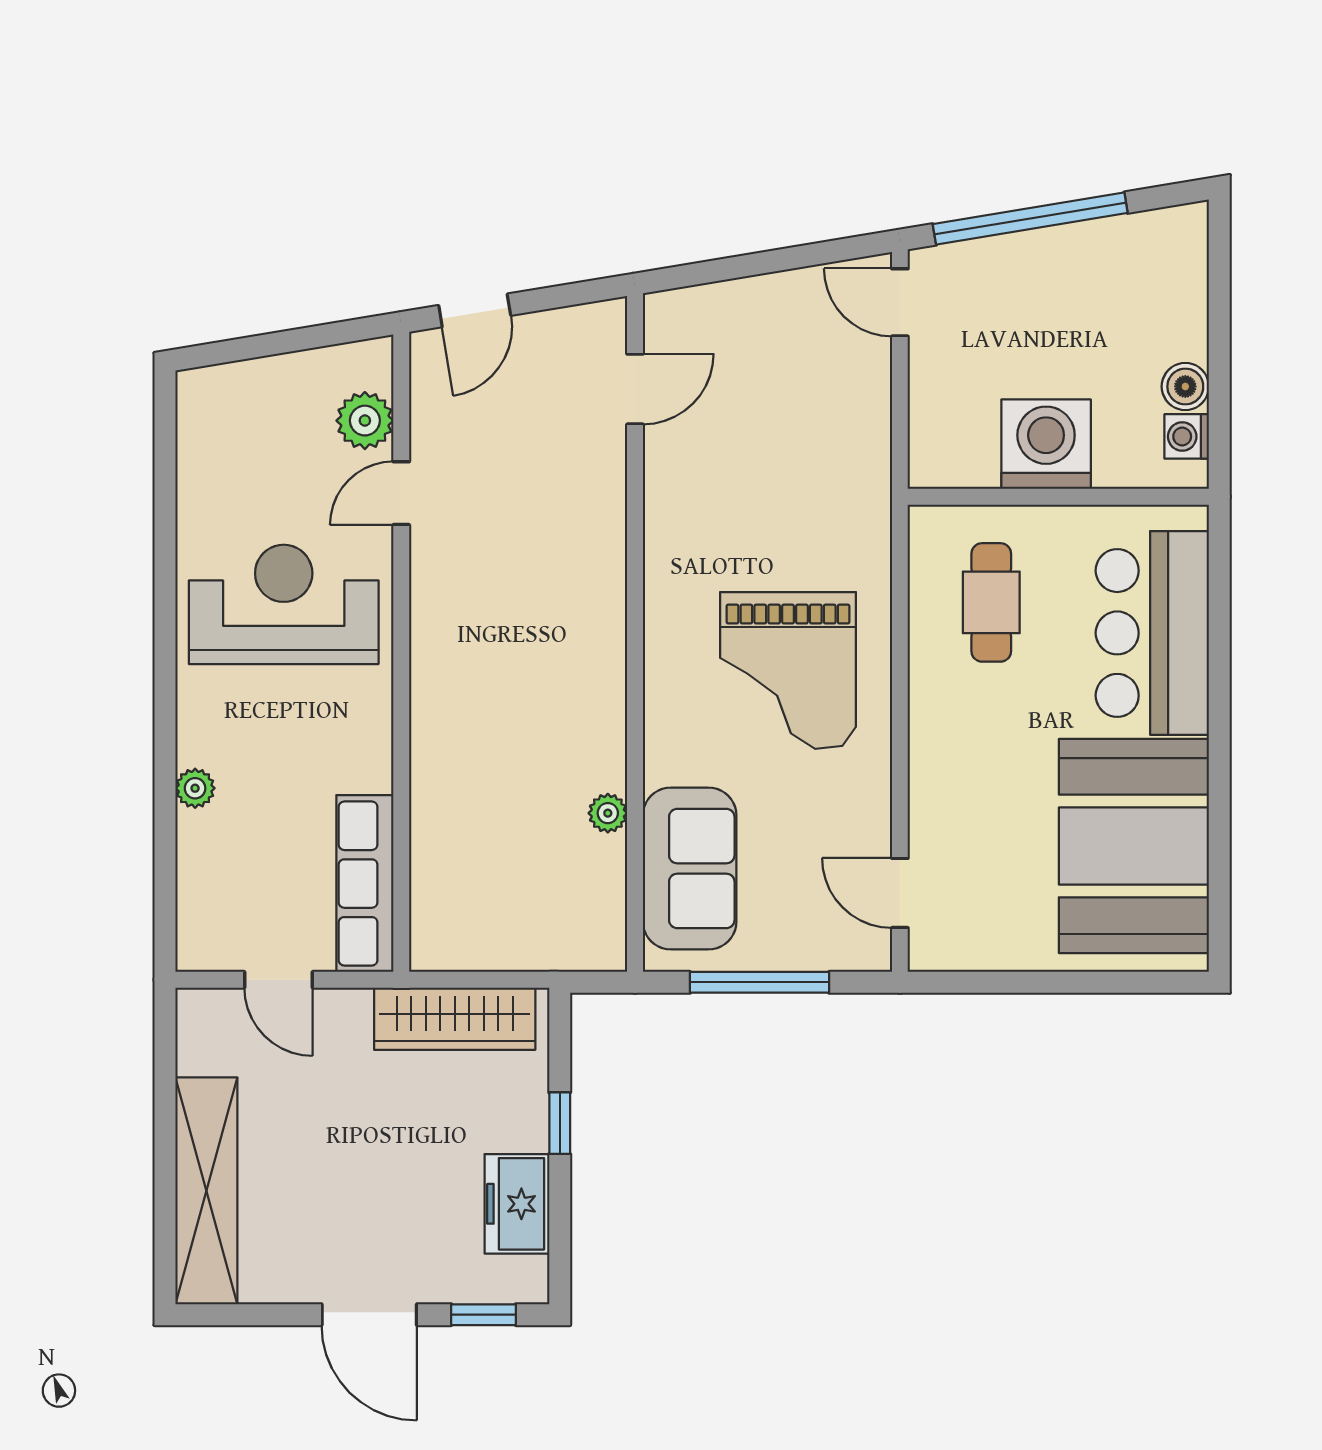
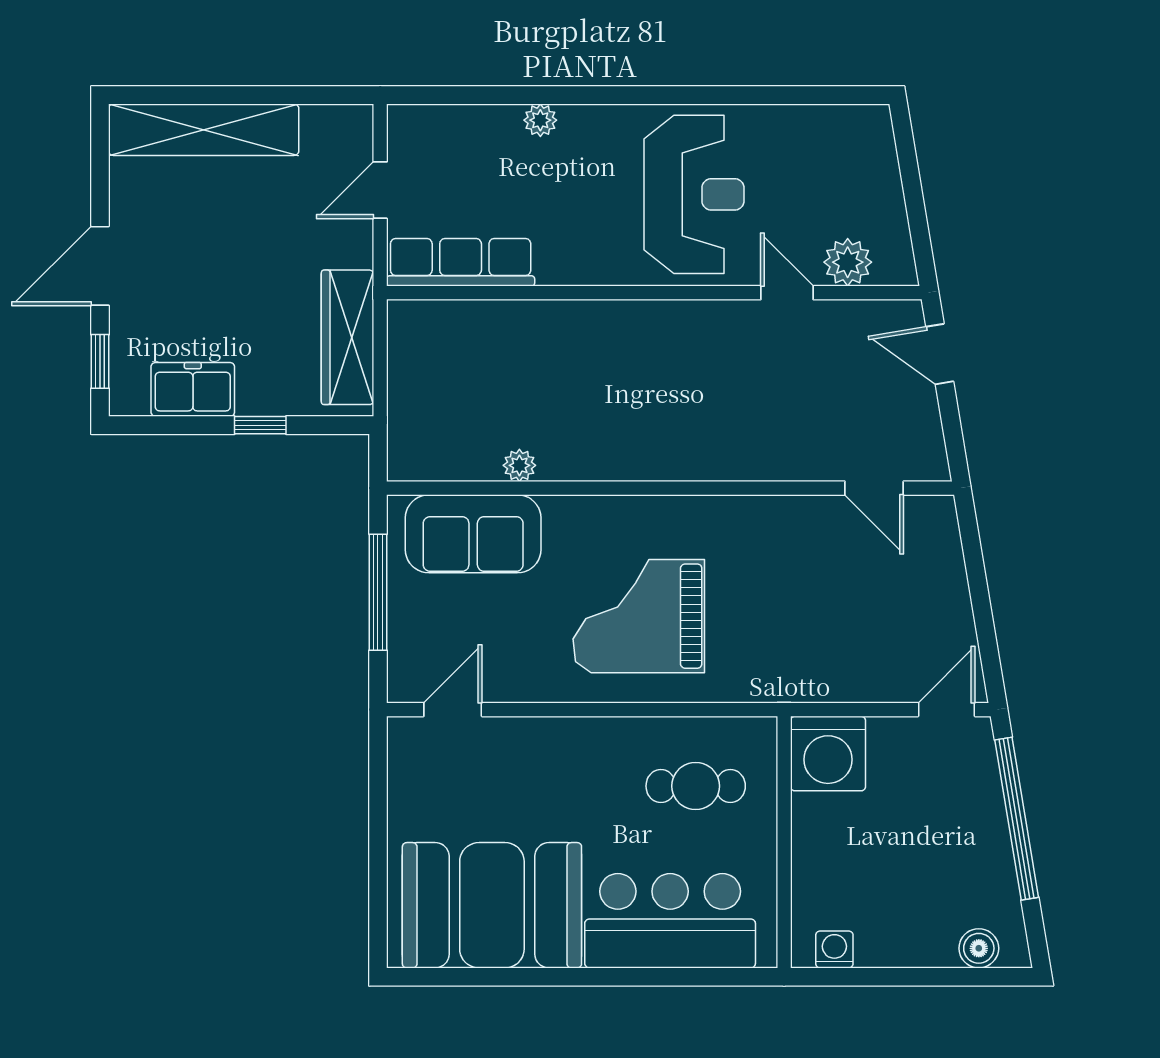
boiler: (1185, 386) -> (979, 948), moved
washing machine: (1046, 444) -> (828, 754), moved, turned 90

